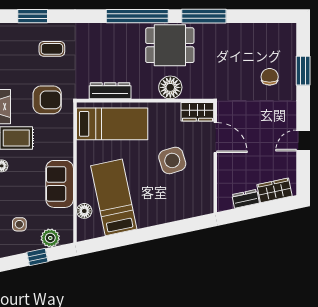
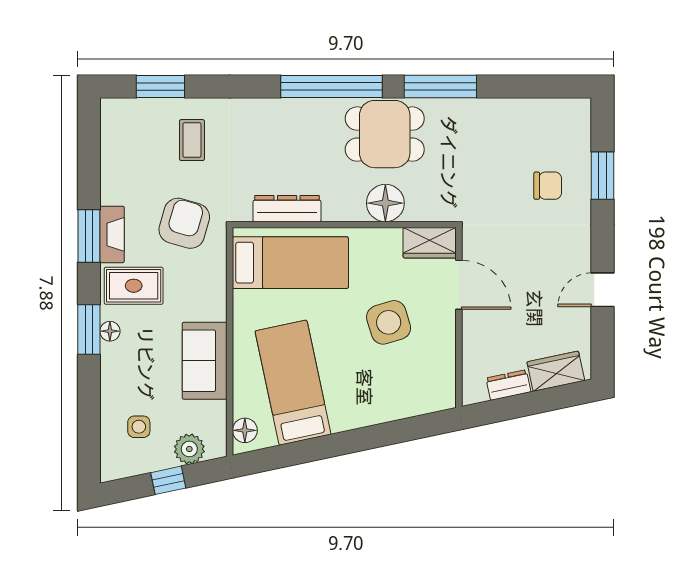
coffee table: (52, 49) -> (192, 140), turned 90
chair: (270, 77) -> (548, 186), turned 90
armchair: (47, 100) -> (184, 223), turned -74
floor lamp: (84, 211) -> (245, 430), moved

